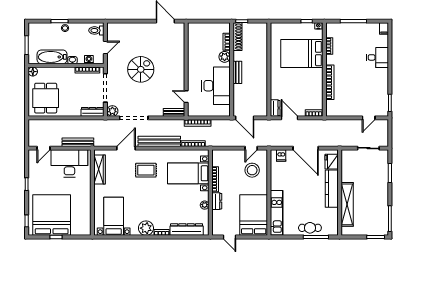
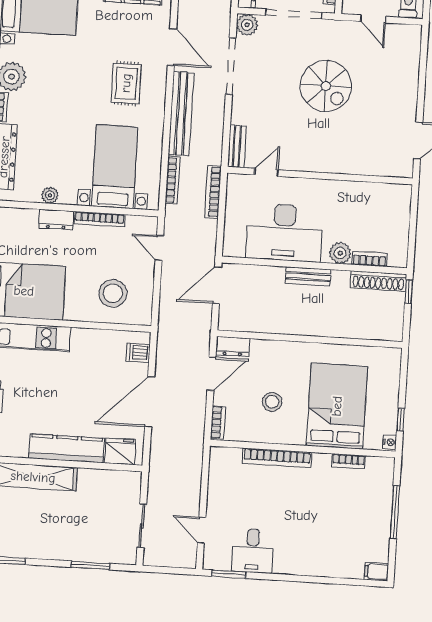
desk: (378, 57) -> (252, 551), moved
stool: (302, 86) -> (272, 402), added
door: (251, 148) -> (159, 248), moved

